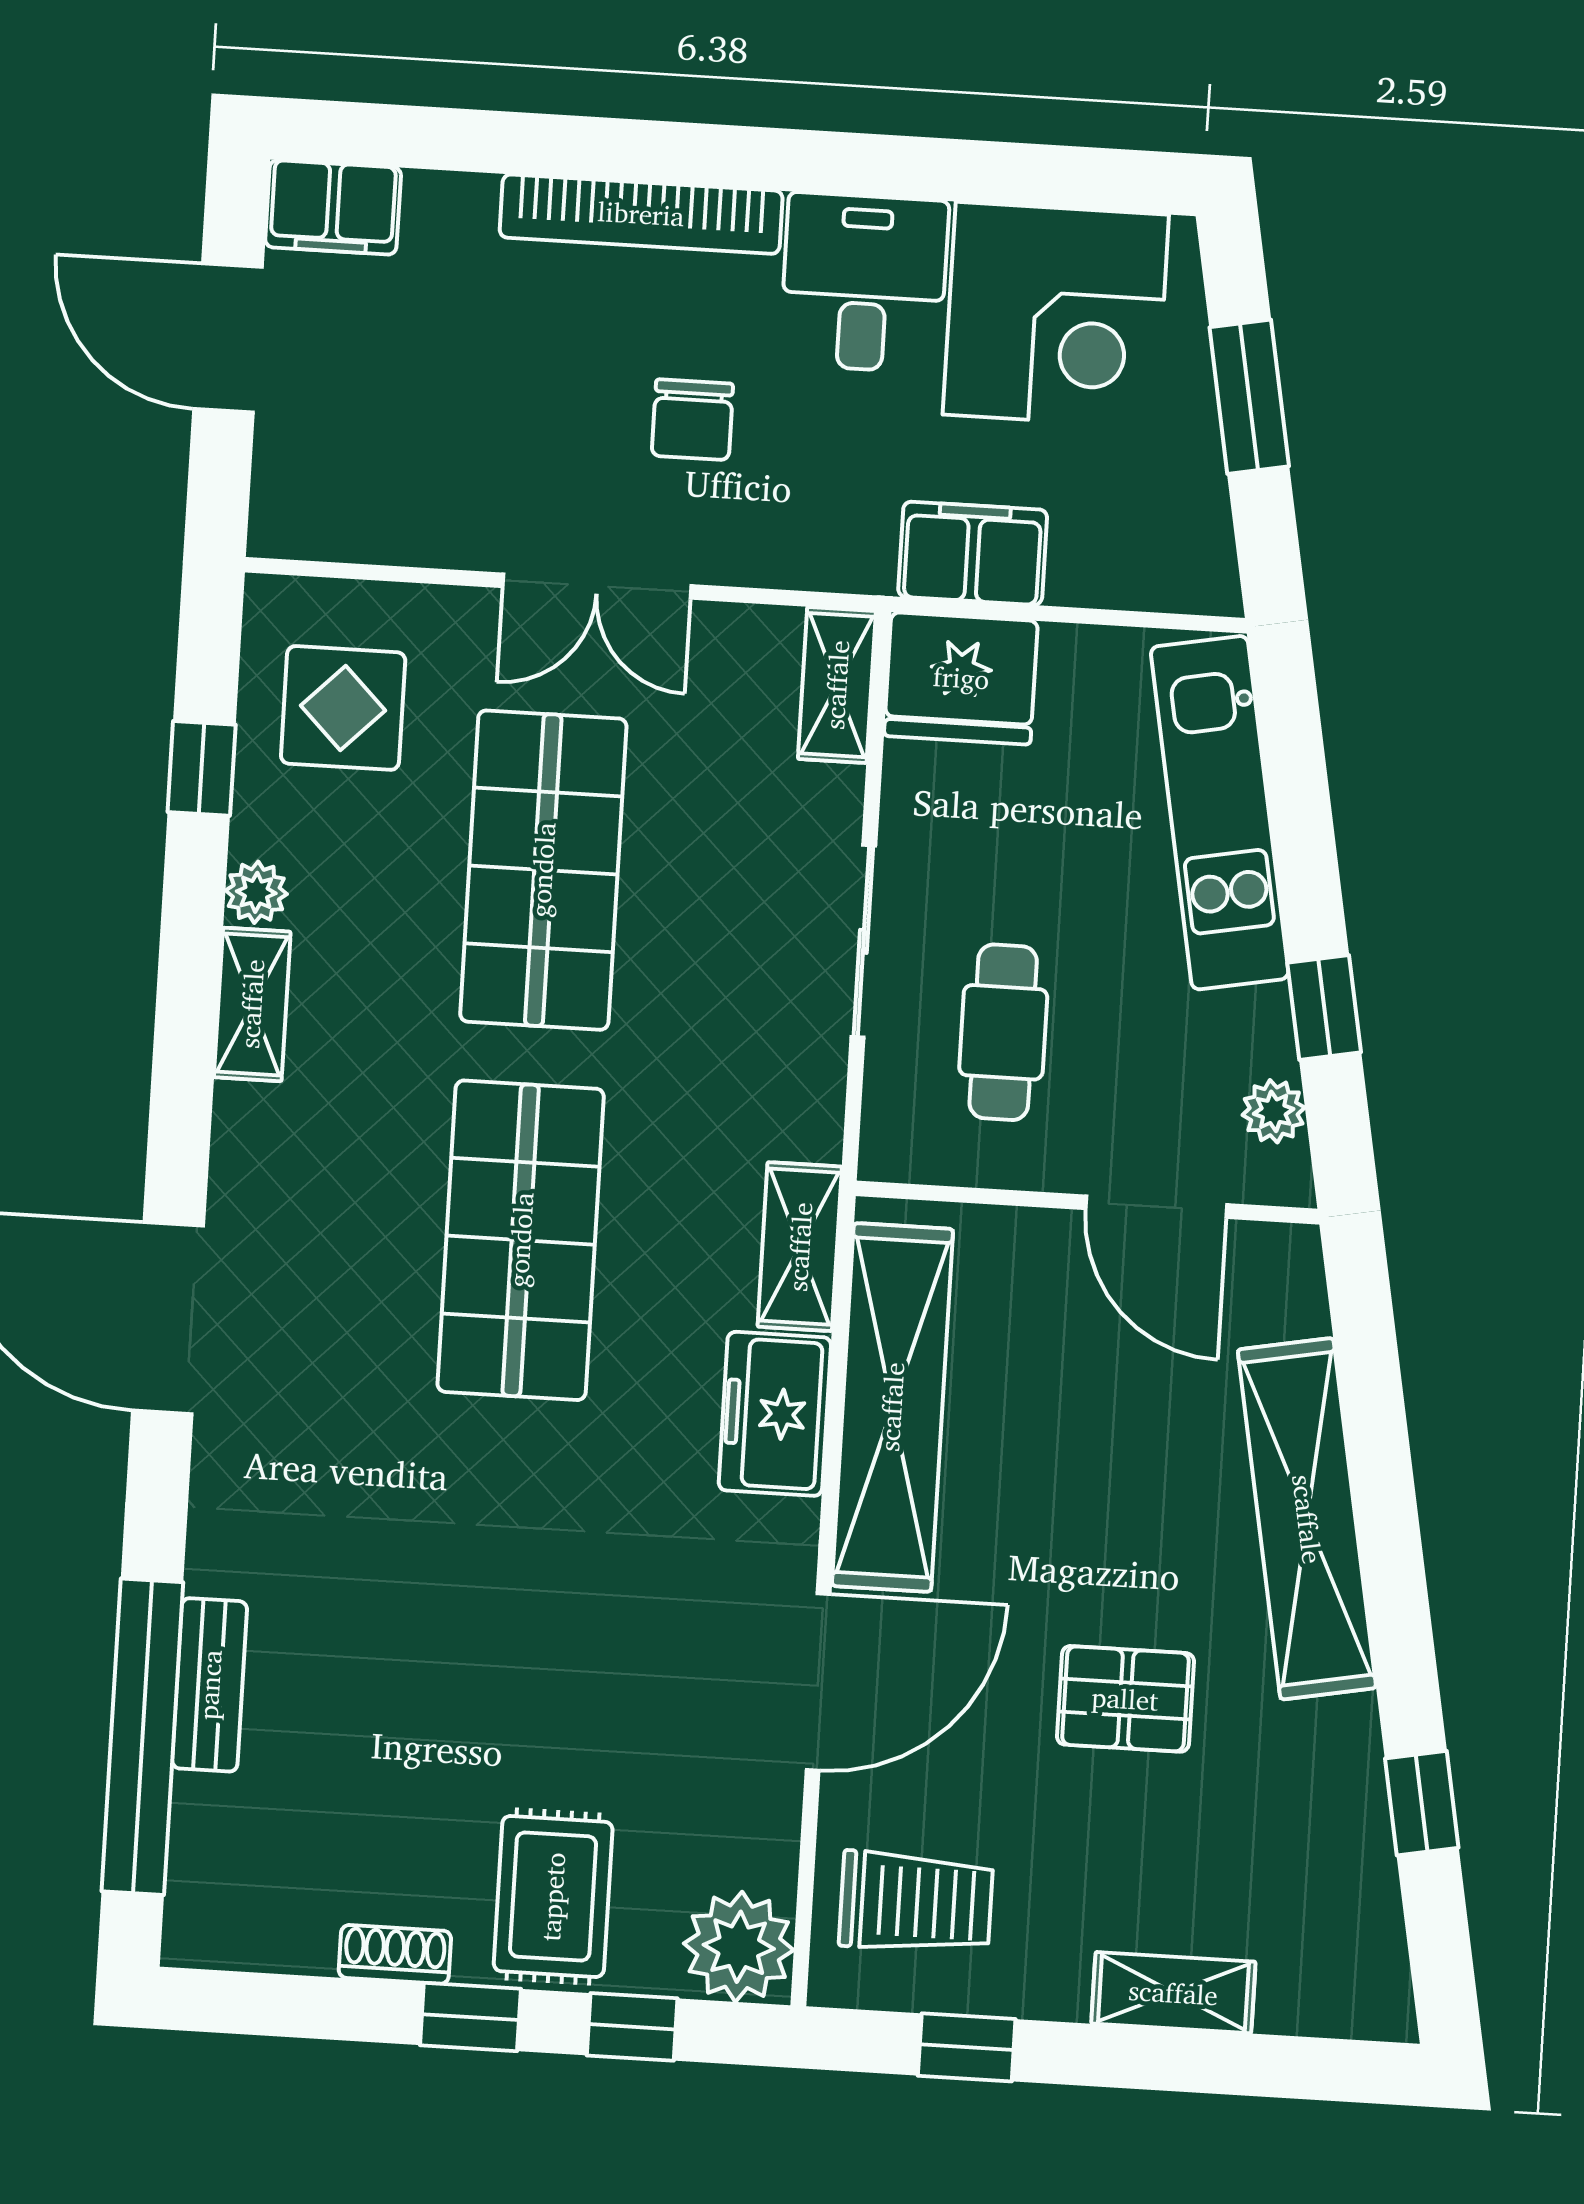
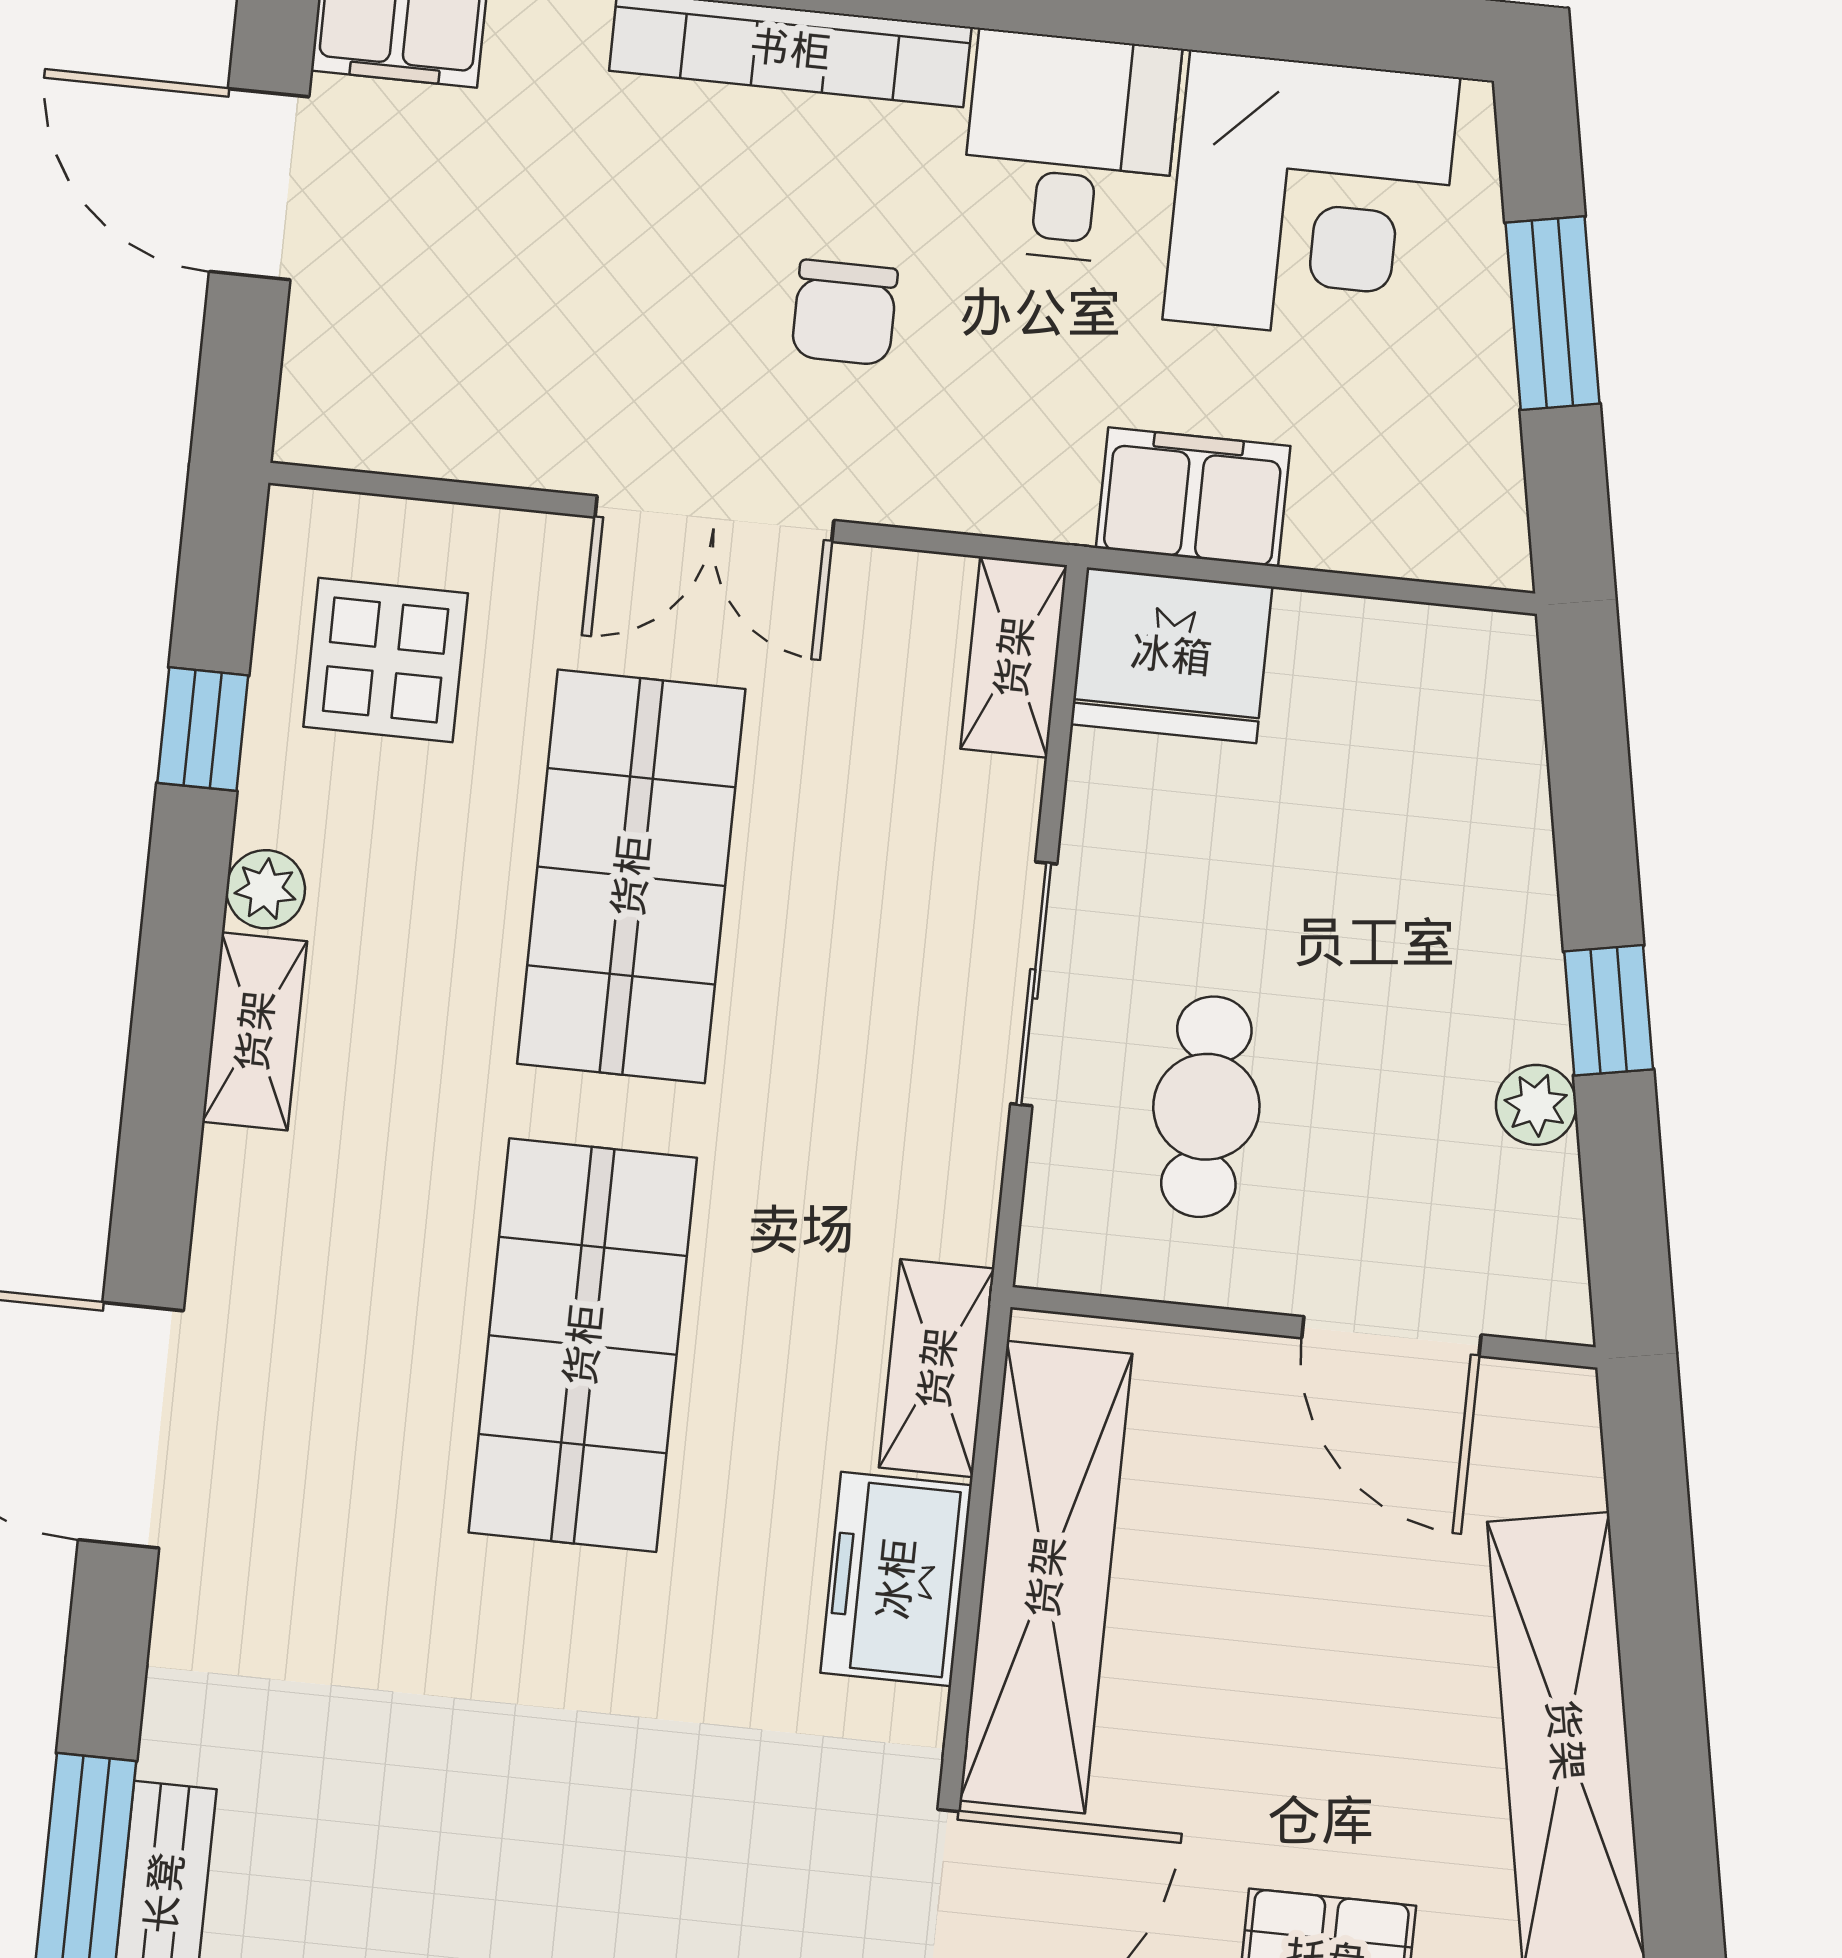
kitchen unit: (1220, 813) -> (1493, 840), removed
window: (1324, 1008) -> (1609, 1010), moved
plant: (1274, 1111) -> (1536, 1105), moved

